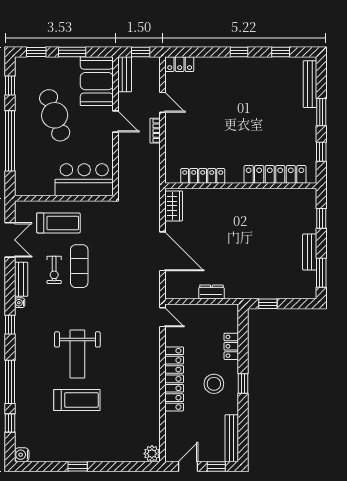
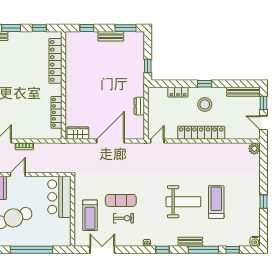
treadmill: (58, 223) -> (90, 215), turned 180
bench: (21, 279) -> (190, 242), moved

